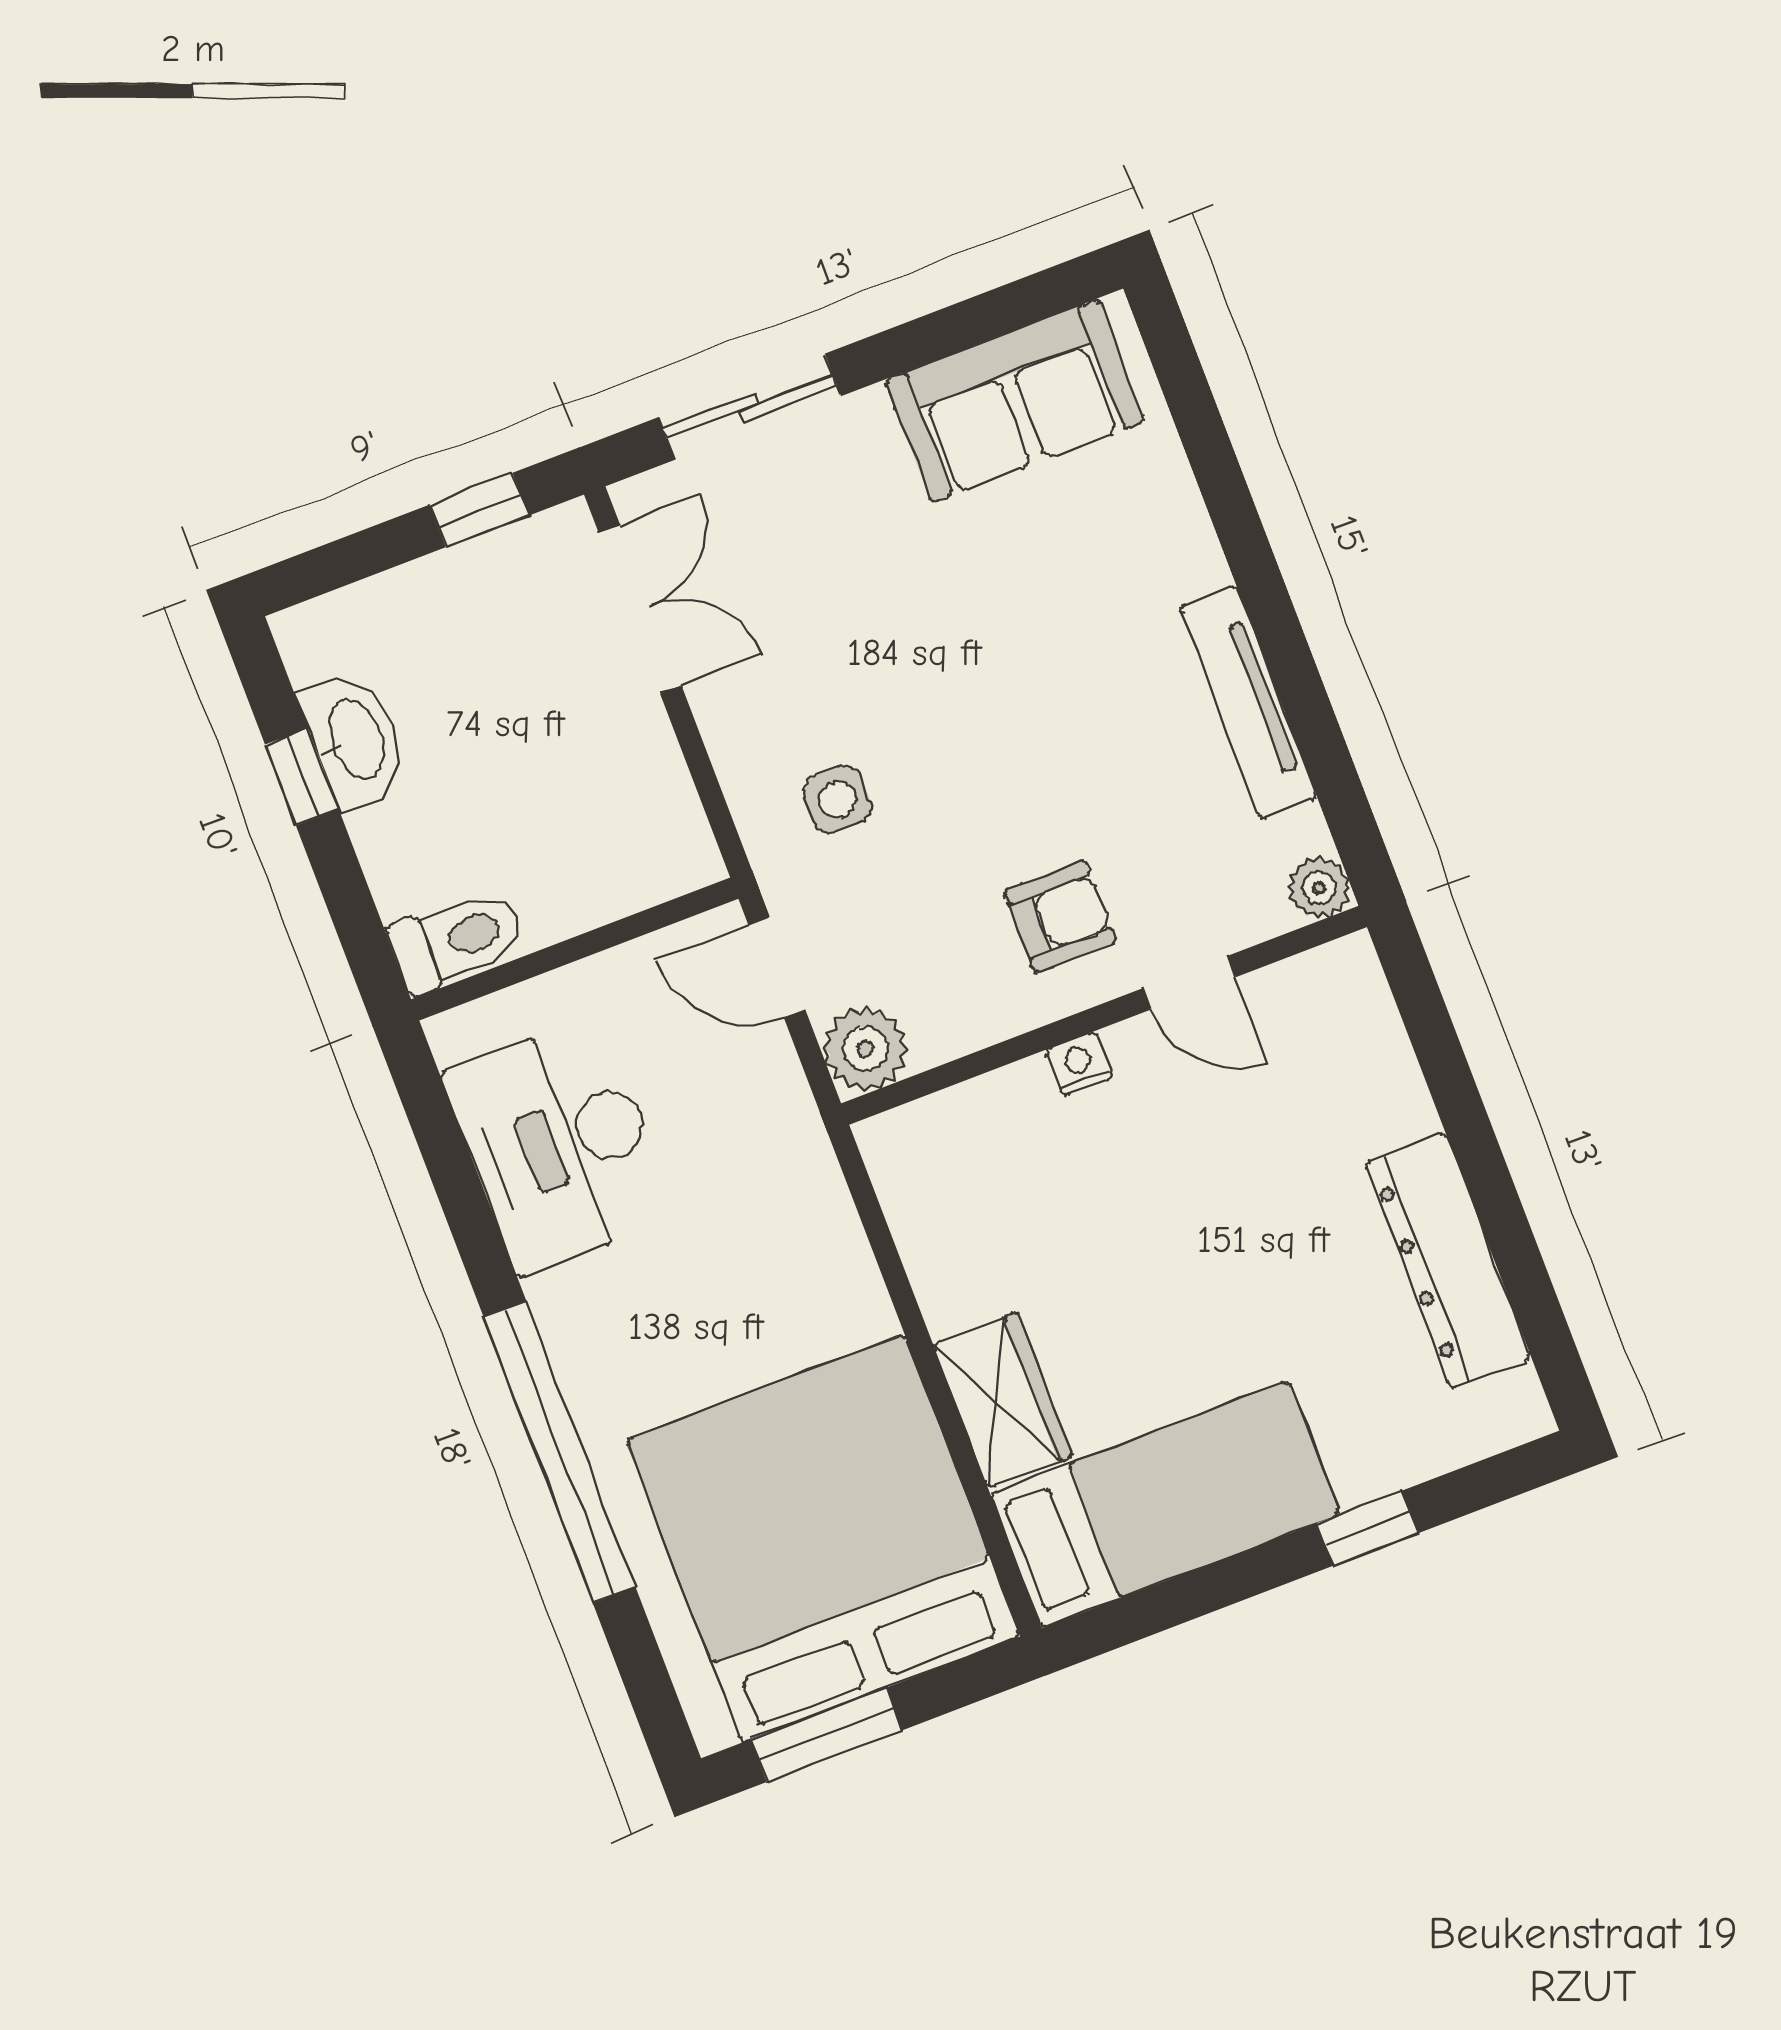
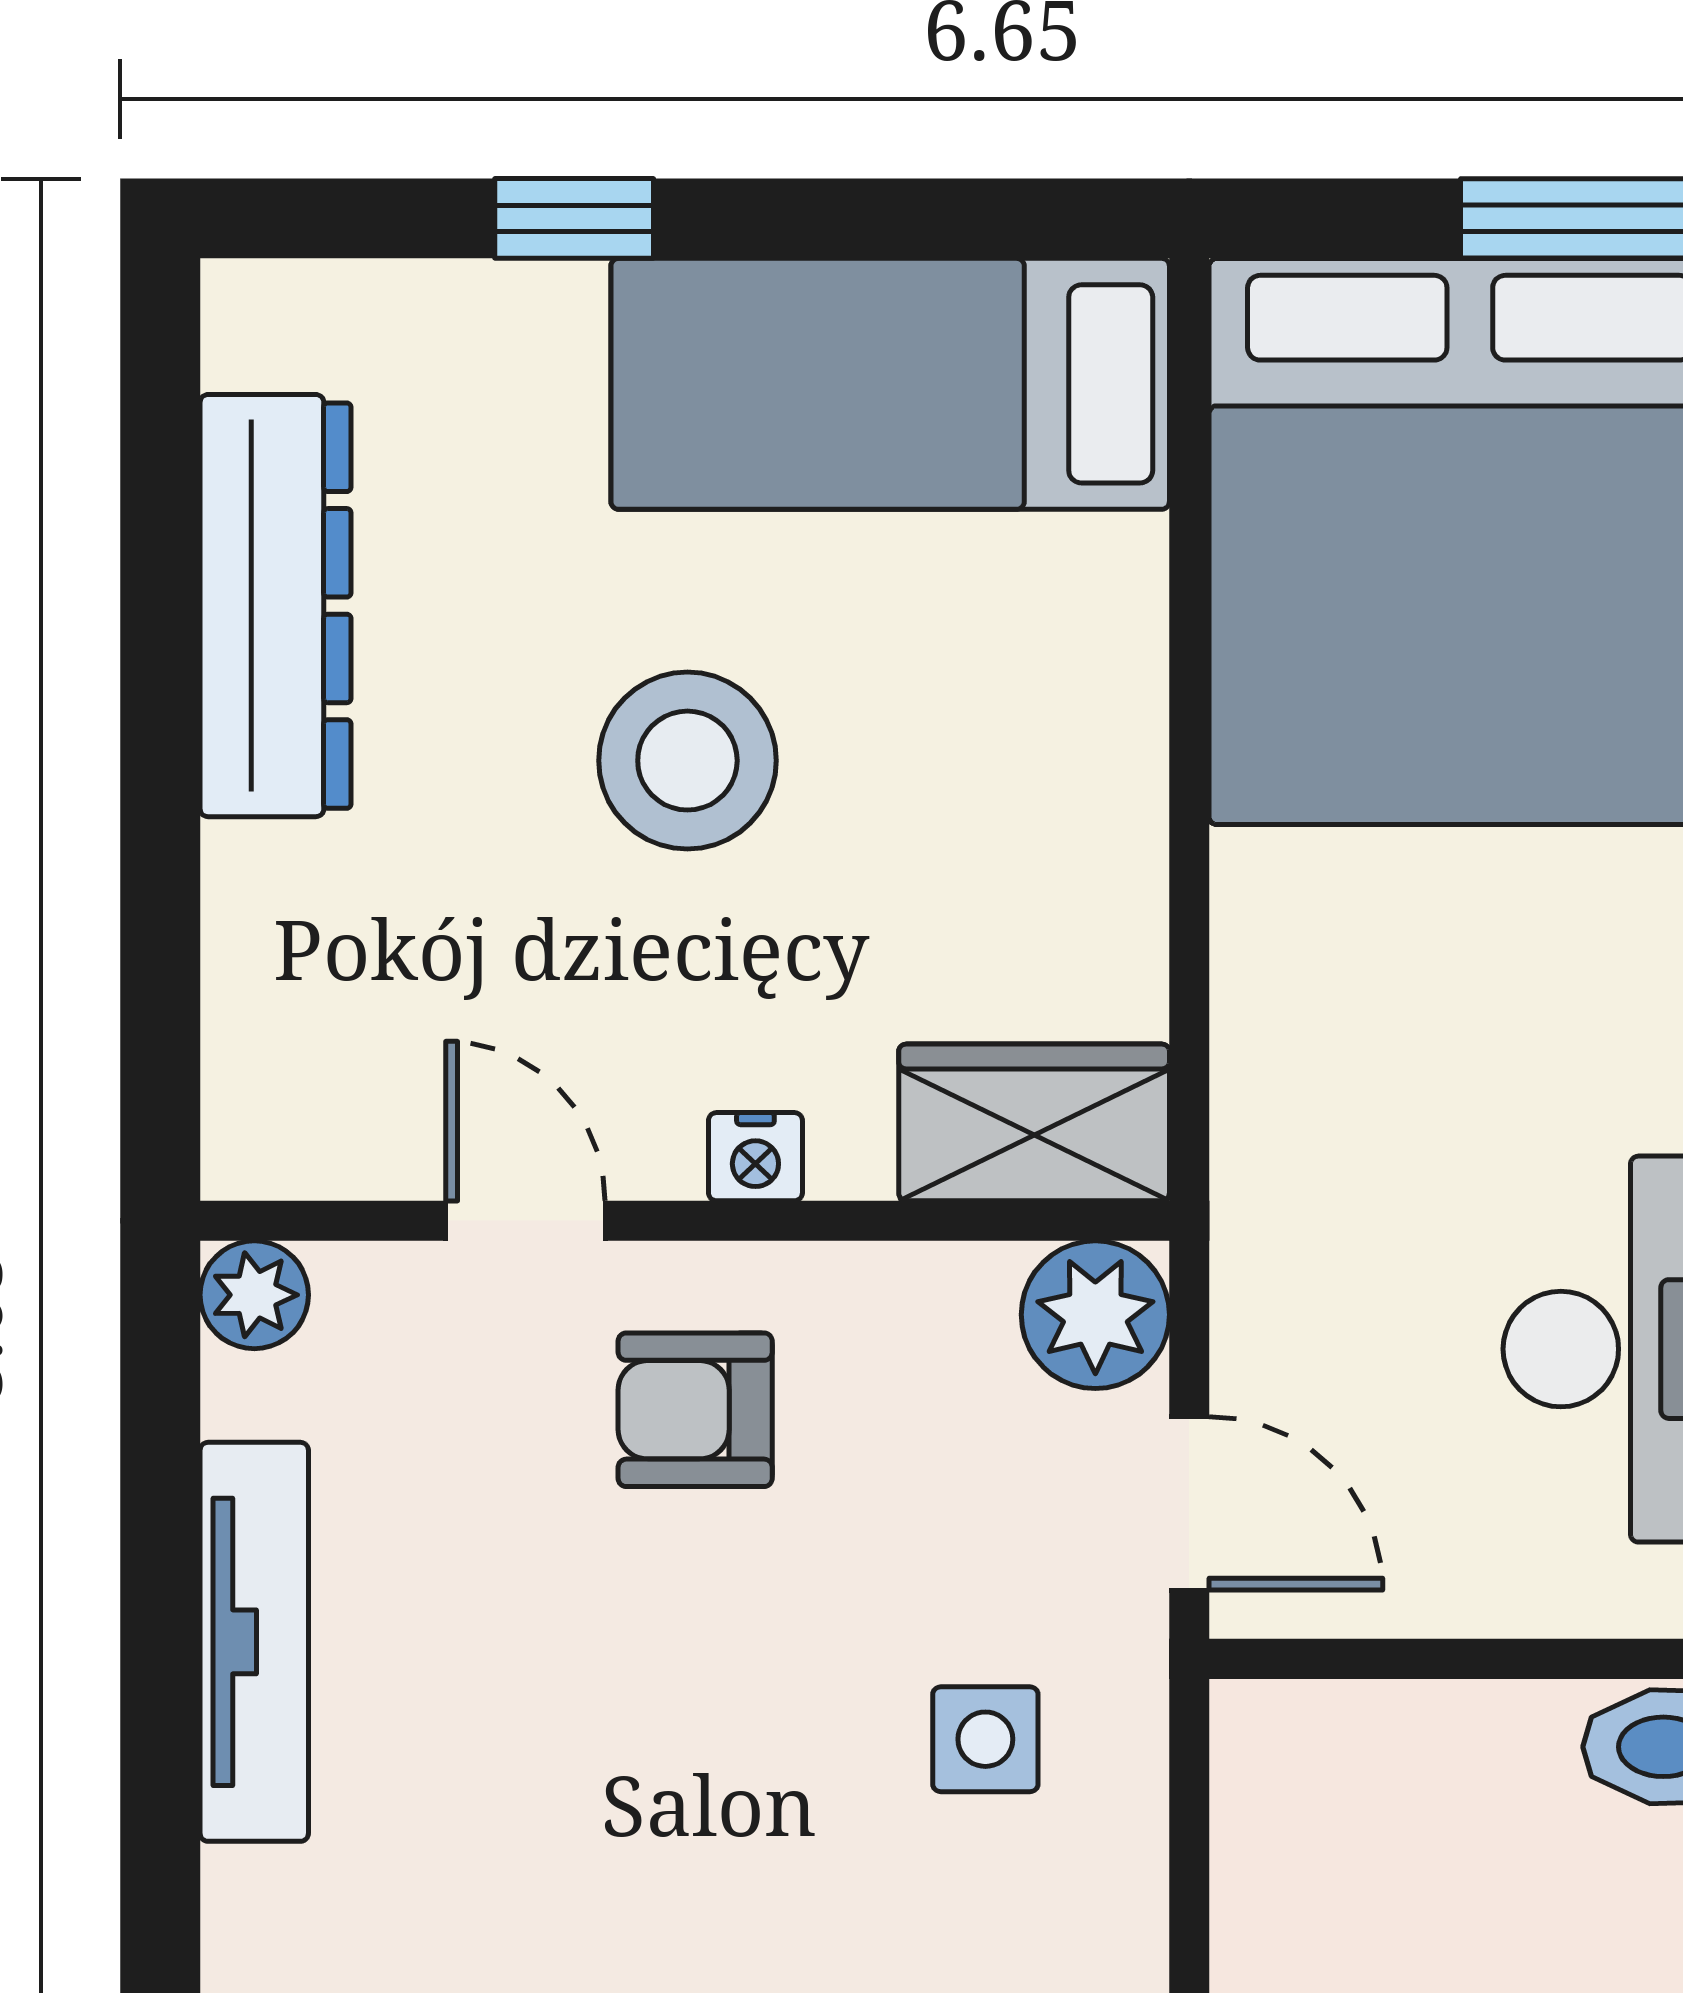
stool: (1196, 1262) -> (687, 761), added
wardrobe: (1002, 1400) -> (1034, 1122), moved, turned 90

